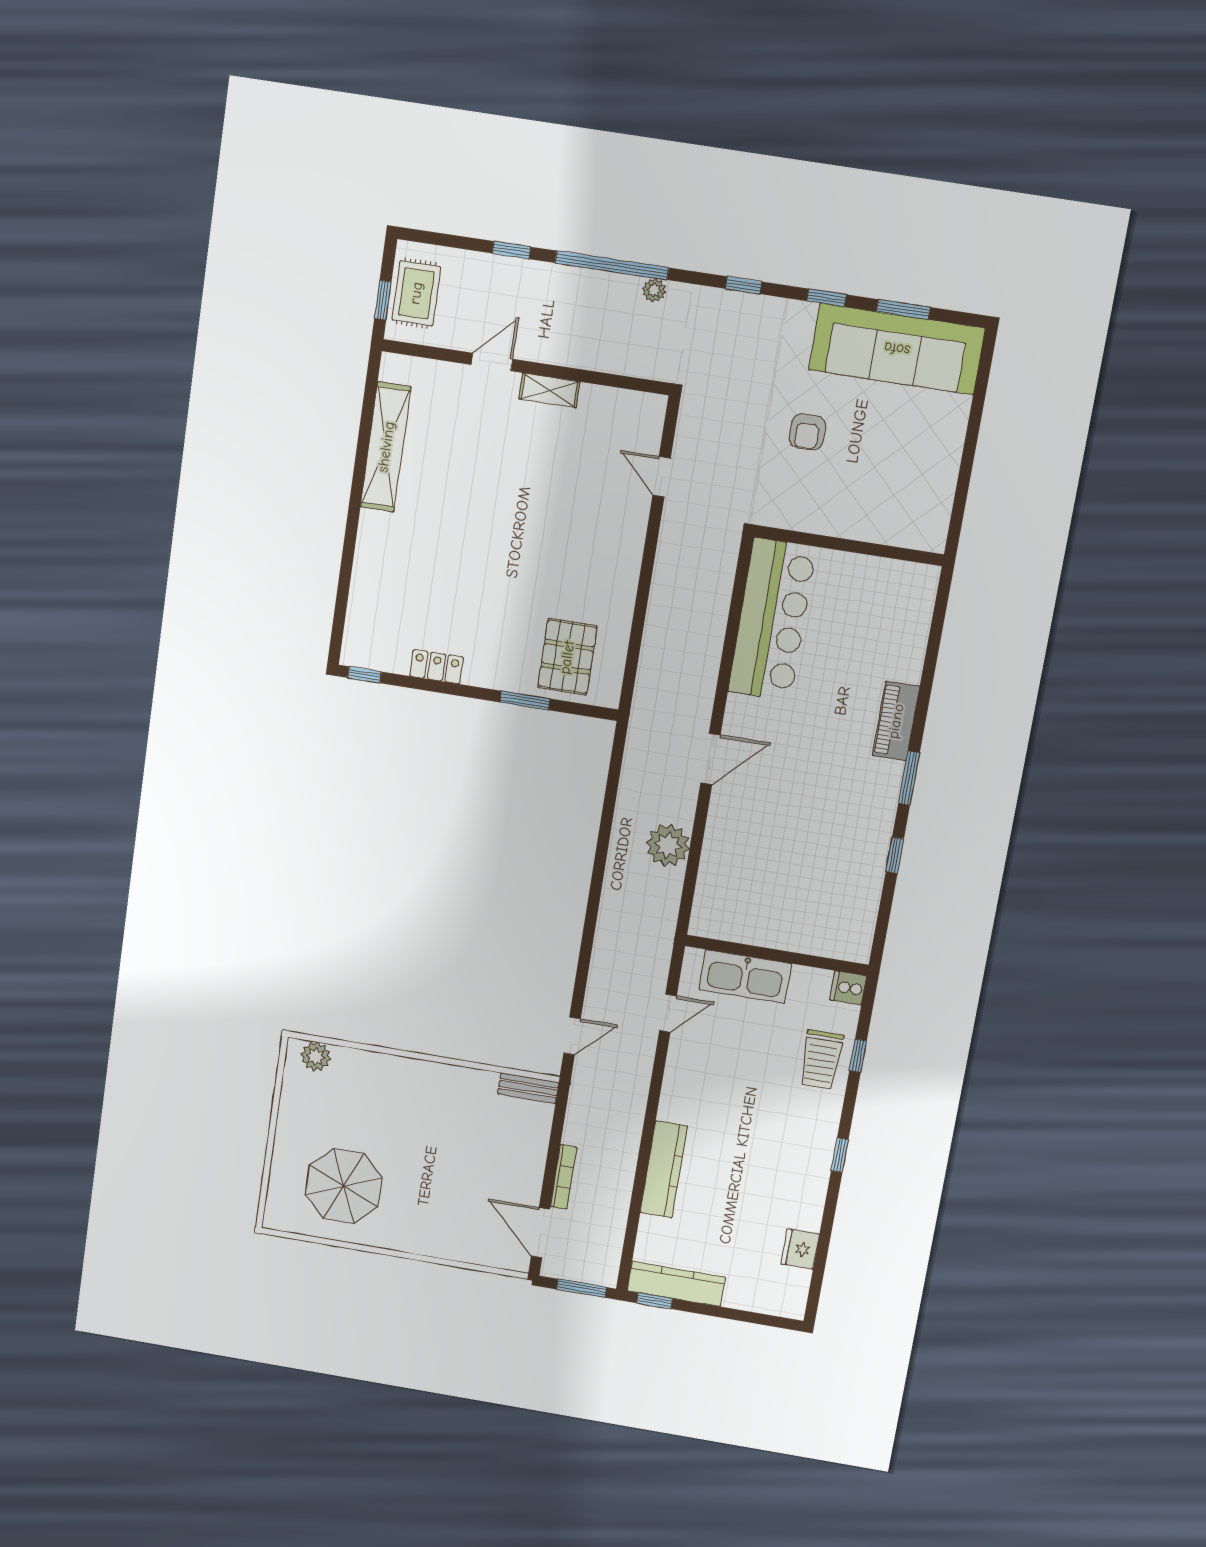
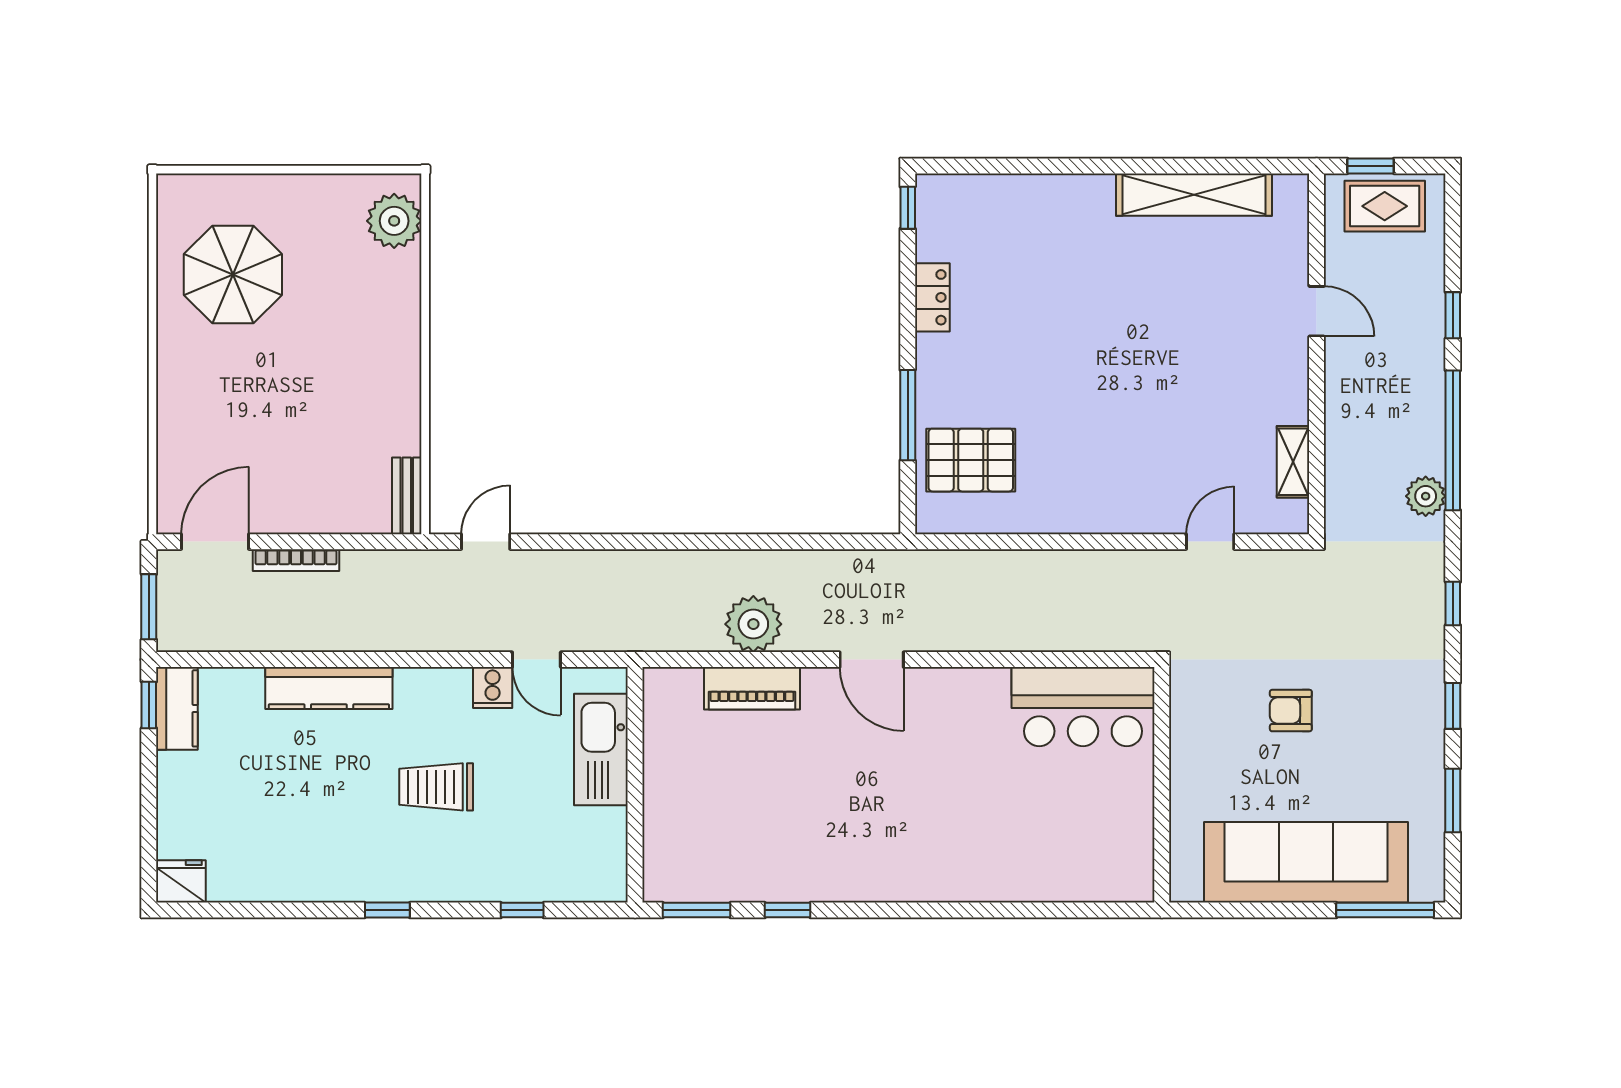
plant: (654, 290) -> (1426, 496), width x1.38, depth x1.38
sofa: (897, 349) -> (1306, 862), moved, turned 90
window: (982, 379) -> (1385, 910), added
shelving: (549, 390) -> (1293, 462), moved
bar counter: (772, 619) -> (1083, 707), width x0.73
window: (525, 700) -> (908, 415), width x1.44
piano: (896, 721) -> (752, 688), moved, turned 180
window: (909, 778) -> (697, 910), moved
cooker: (848, 988) -> (493, 688), moved, turned 180
door: (572, 1036) -> (486, 542), swing flipped
plant: (316, 1057) -> (394, 221), width x1.36, depth x1.36
trolley: (821, 1060) -> (436, 787), moved
fridge: (800, 1249) -> (181, 881), moved
kitchen counter: (676, 1284) -> (177, 708), width x0.67

